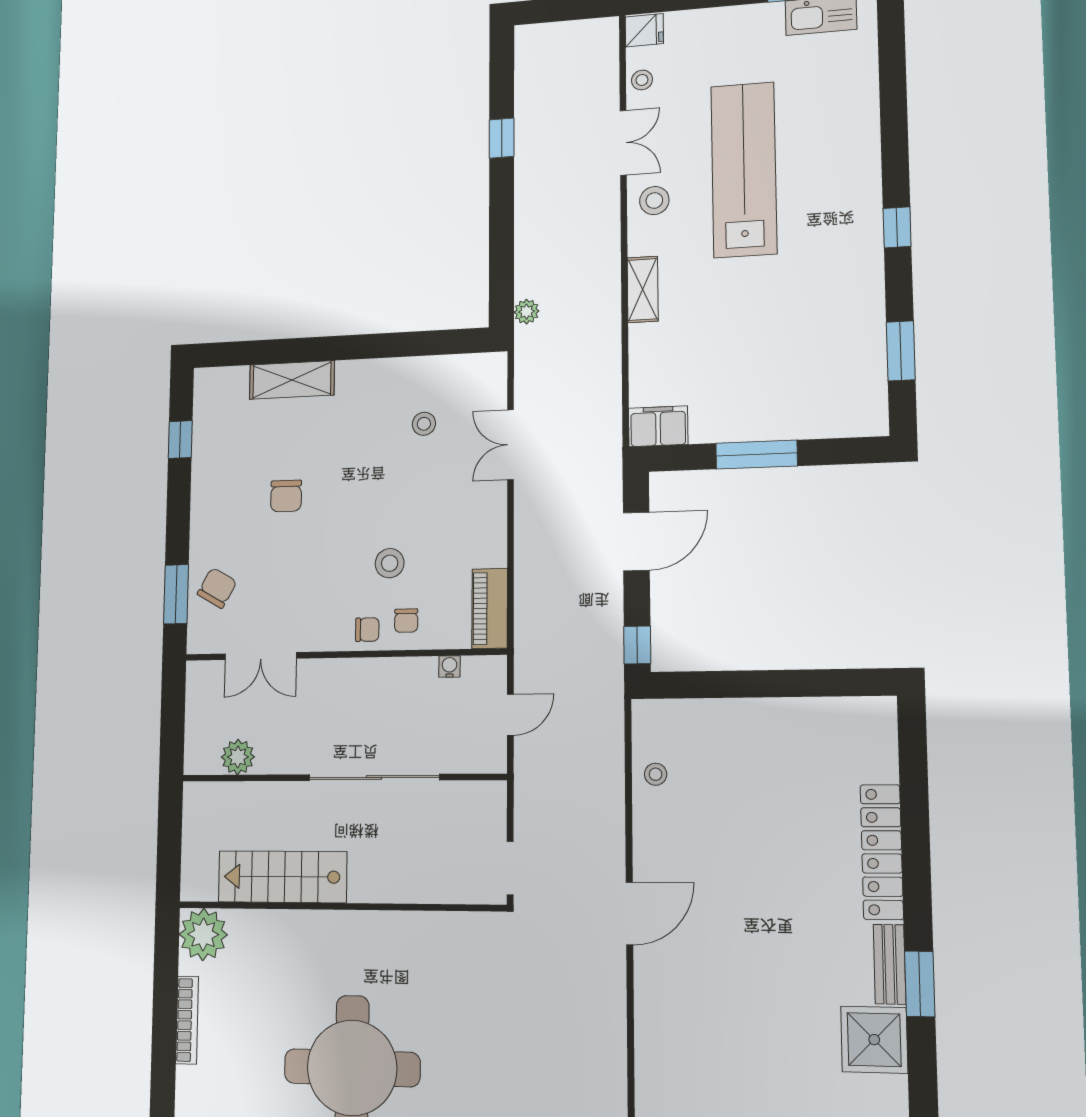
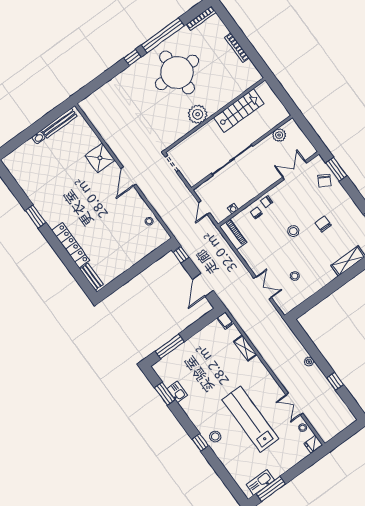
lab bench: (744, 170) -> (250, 419), turned 180
stool: (654, 201) -> (215, 437), moved
window: (897, 227) -> (200, 442), moved
shelving: (643, 289) -> (245, 348), moved
plant: (527, 312) -> (309, 362), moved
kitchen sink: (868, 337) -> (177, 392), added
filing cabinet: (658, 426) -> (225, 321), width x0.50
window: (757, 455) -> (170, 346), moved
stool: (390, 563) -> (293, 231), moved
plant: (203, 934) -> (198, 114), moved
bench: (890, 964) -> (92, 277), moved
shower: (874, 1040) -> (100, 158), moved

